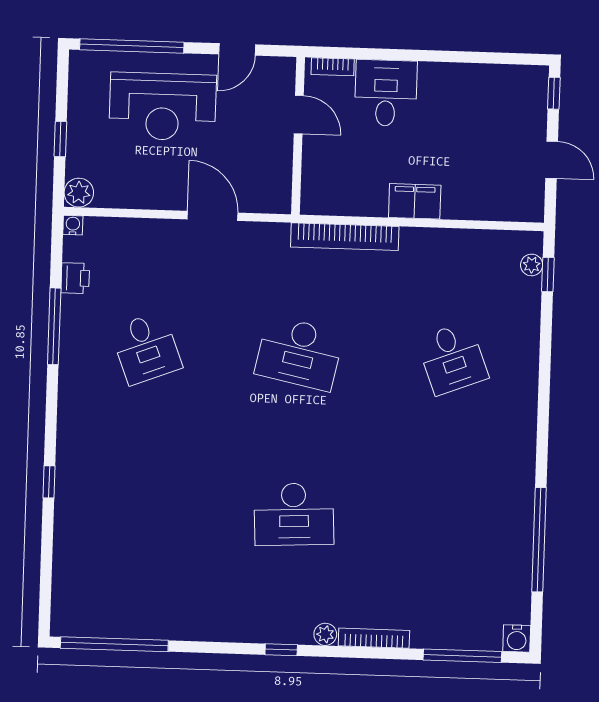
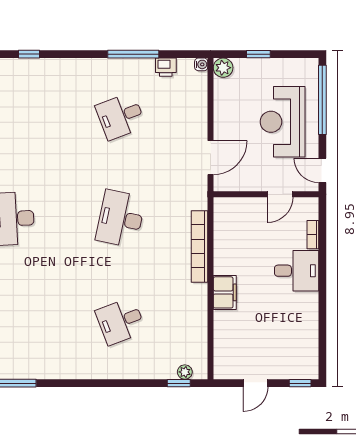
door: (299, 115) -> (280, 194), moved
wall: (298, 136) -> (266, 194), moved

